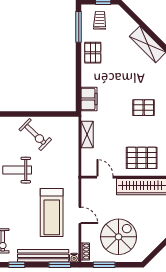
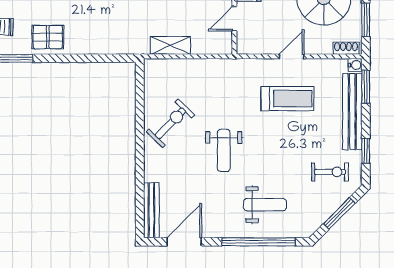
filing cabinet: (89, 99) -> (117, 43), removed
treadmill: (52, 213) -> (287, 99), width x0.73, depth x0.73

